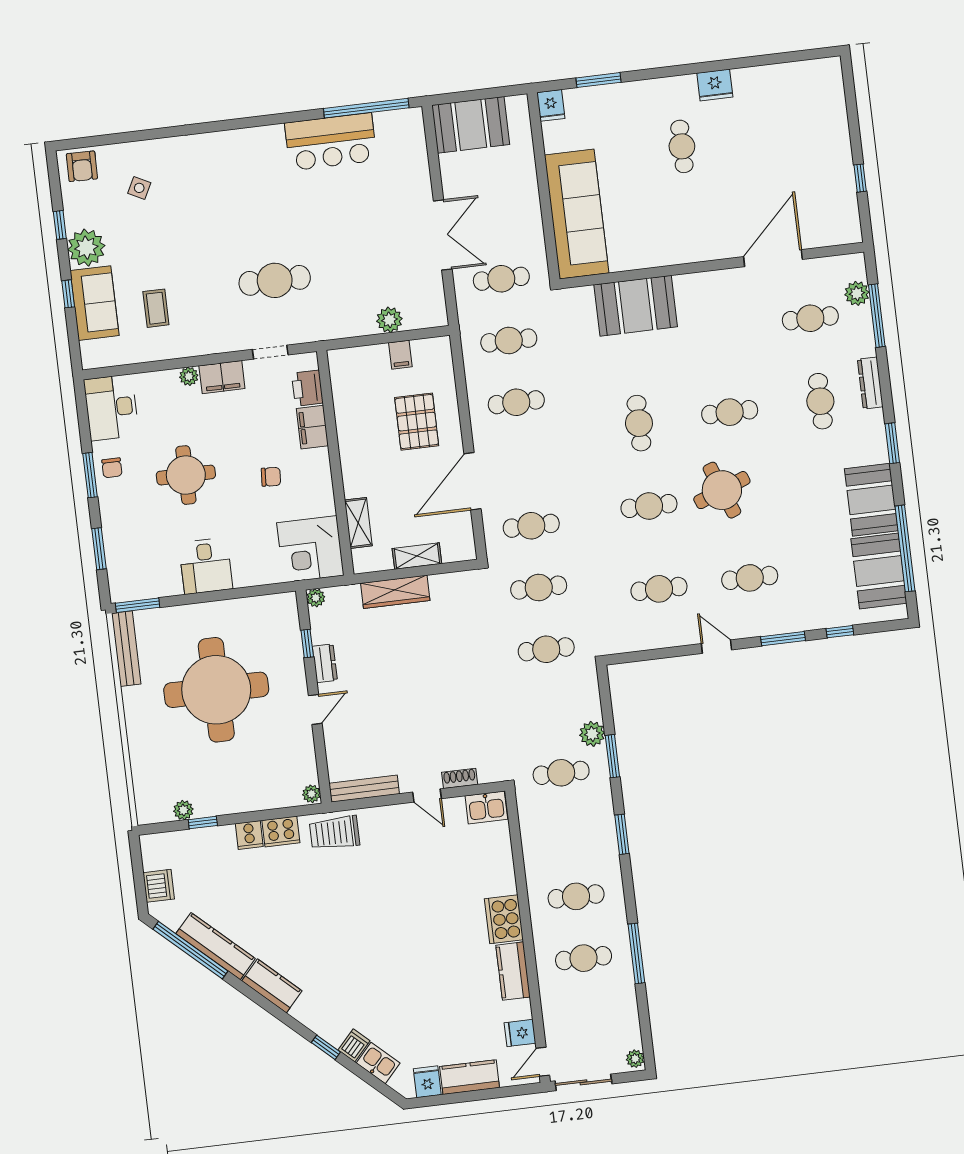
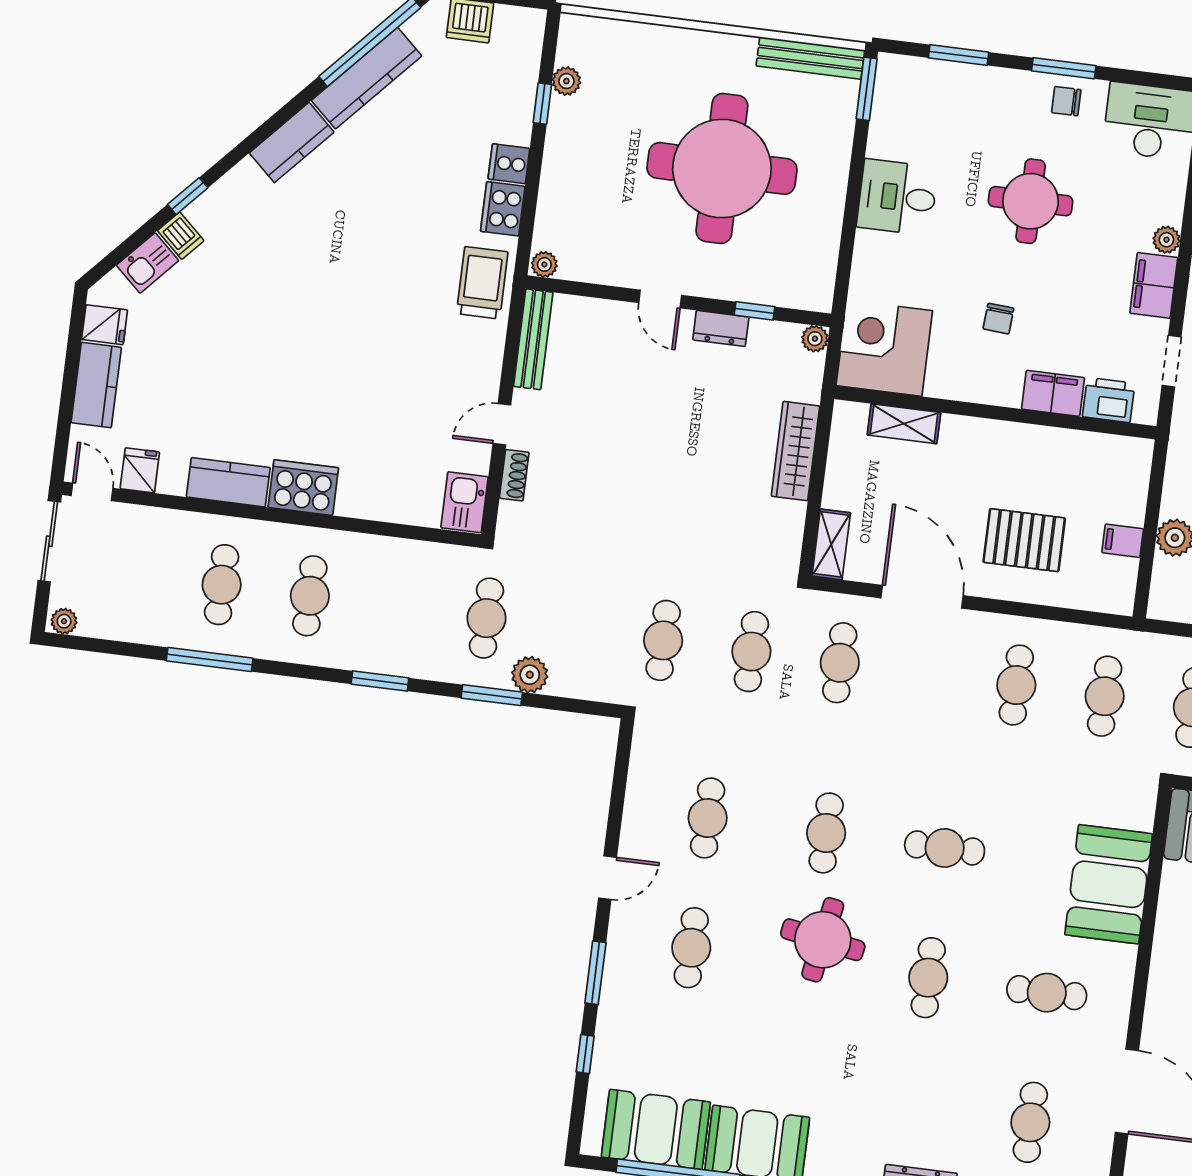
cafe table: (820, 401) -> (1047, 993), moved
round table: (722, 490) -> (823, 940), turned 31
shelving: (417, 556) -> (831, 544), moved

